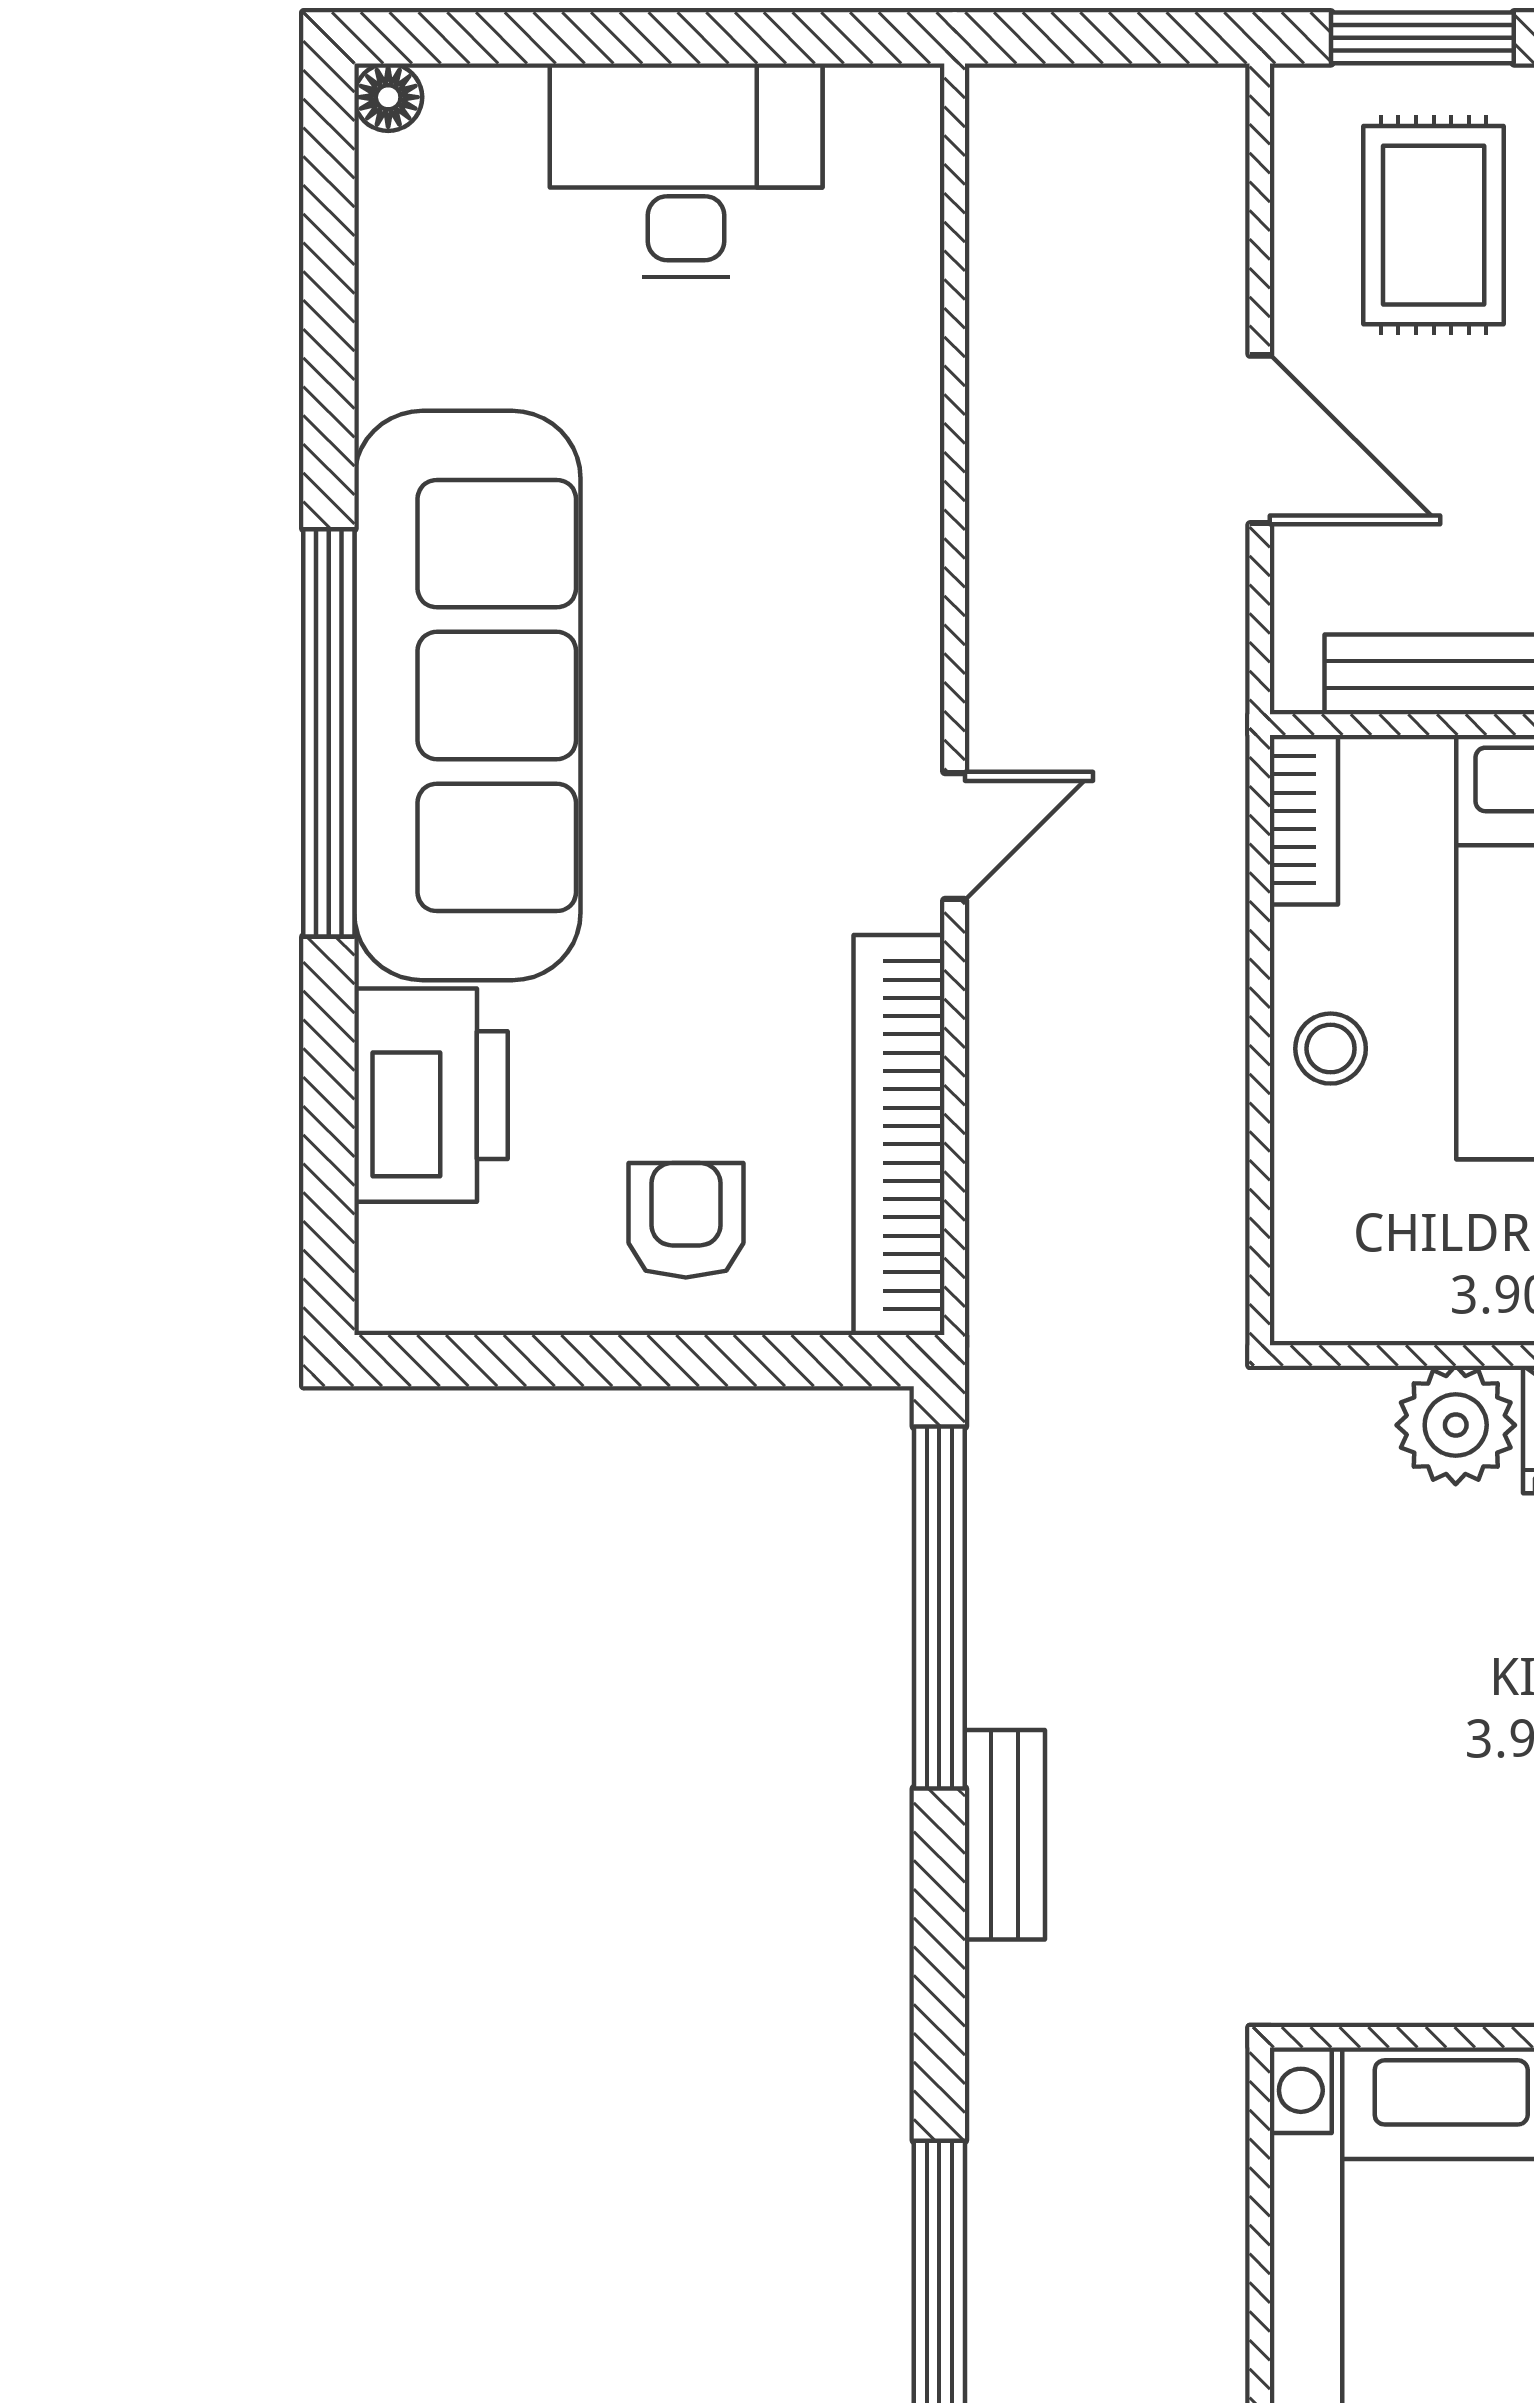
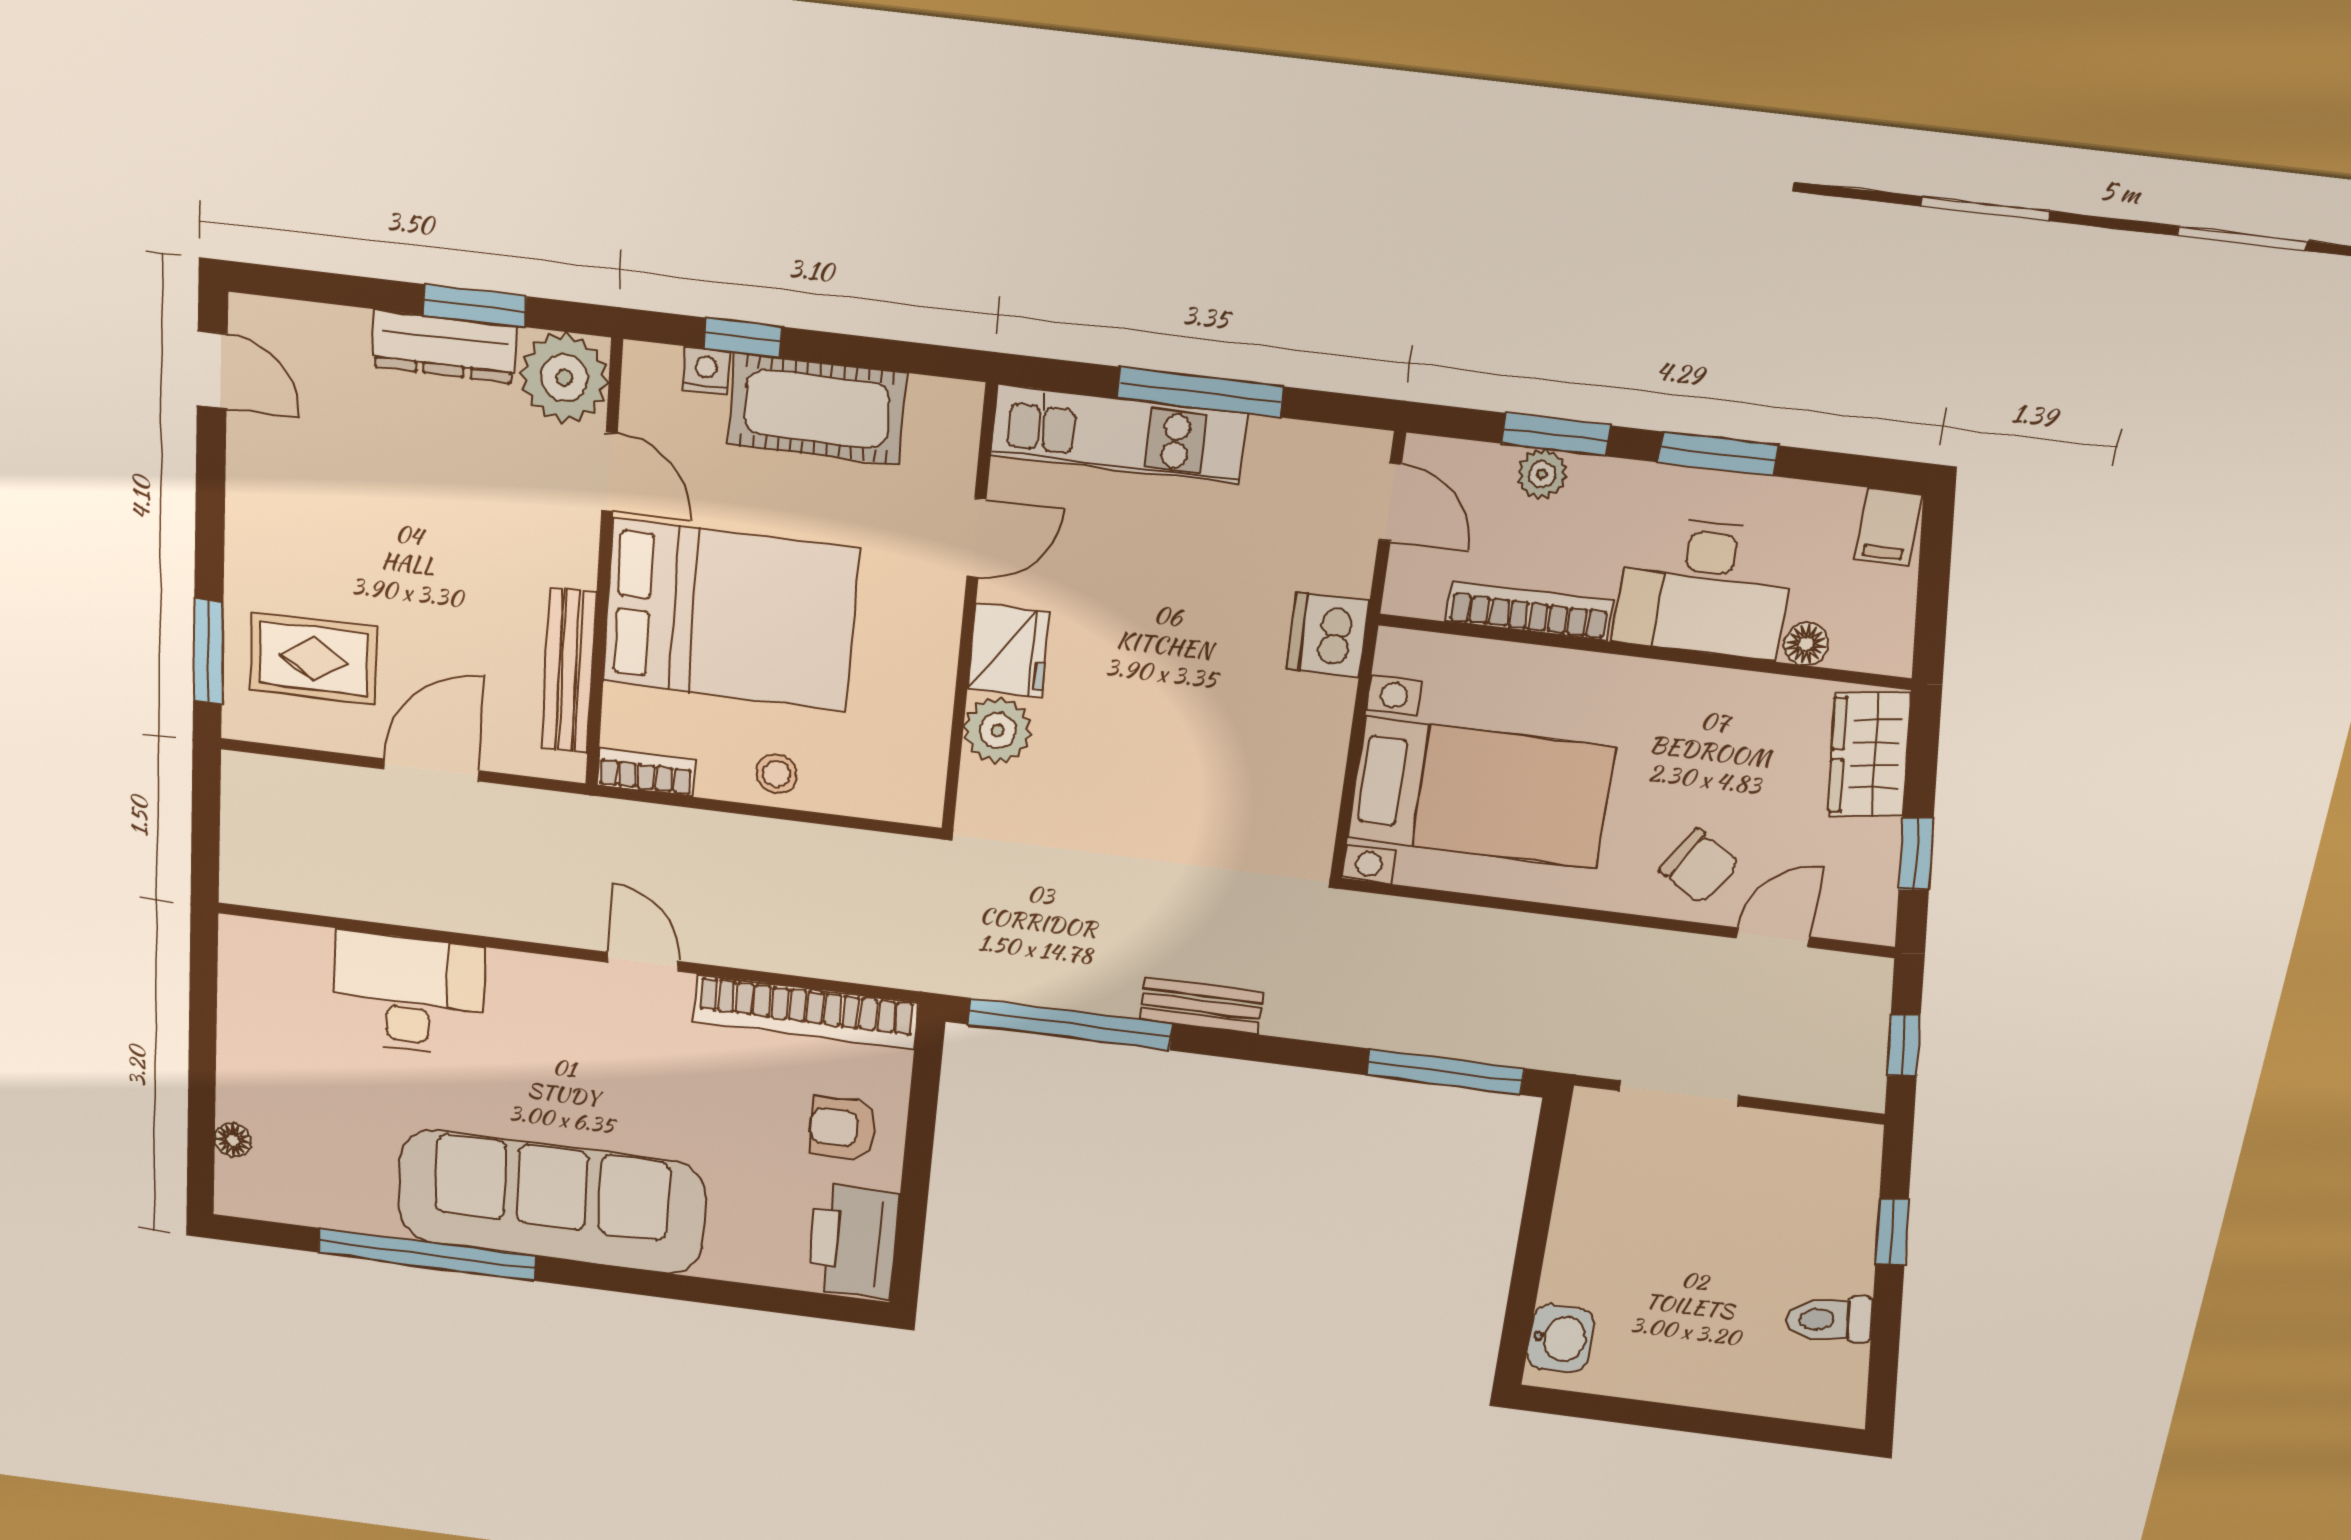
floor lamp: (388, 97) -> (233, 1140), moved
desk: (686, 170) -> (409, 994), moved, turned 90
window: (329, 733) -> (427, 1254), moved
printer: (431, 1095) -> (854, 1241), moved, turned -90

